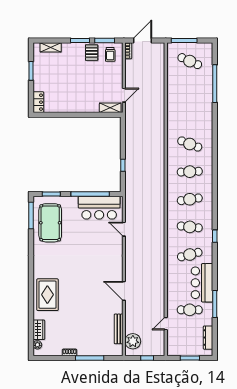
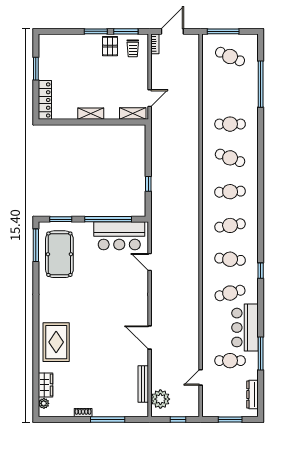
shelving: (51, 47) -> (91, 114), moved
locker: (38, 102) -> (45, 100), width x1.53
cafe table: (190, 116) -> (230, 124), added

